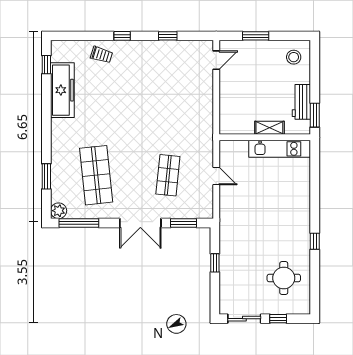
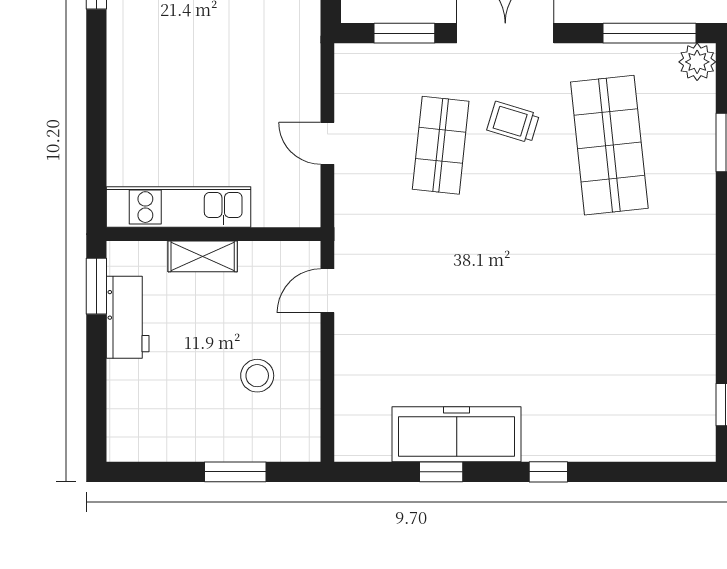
trolley: (102, 55) -> (513, 122), moved
stool: (294, 57) -> (257, 376), moved
door: (216, 60) -> (327, 291), moved
freezer: (62, 90) -> (457, 434), moved, turned 90

